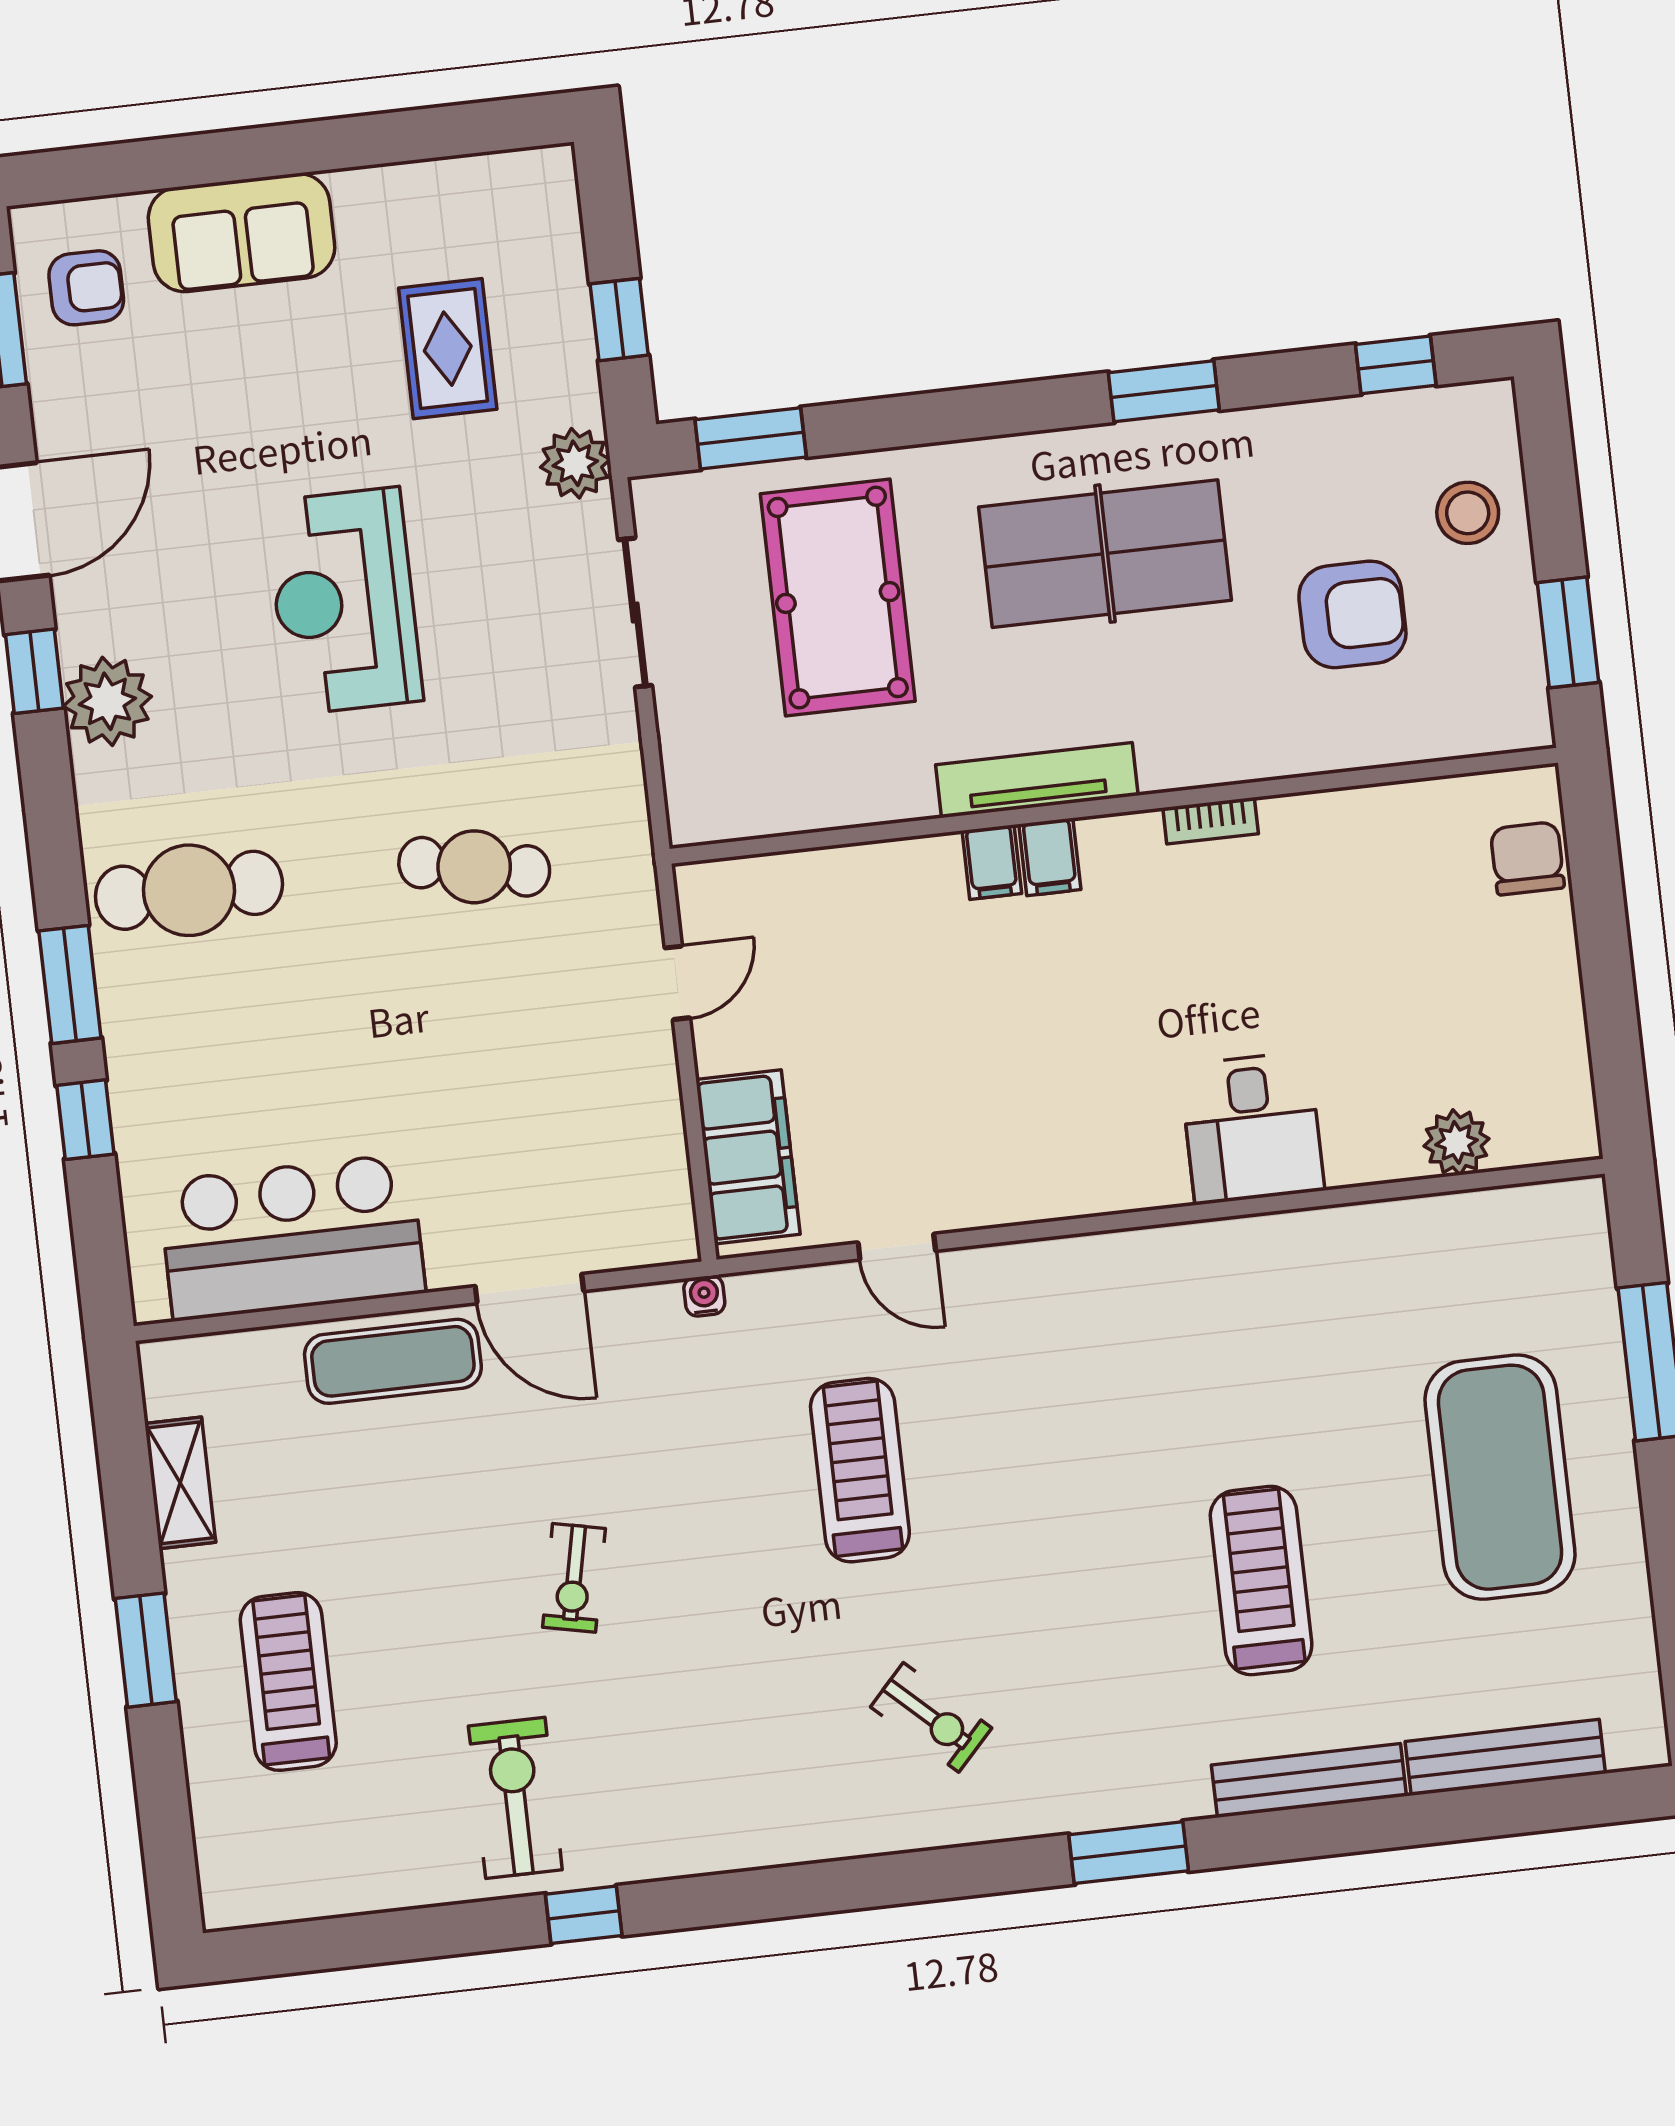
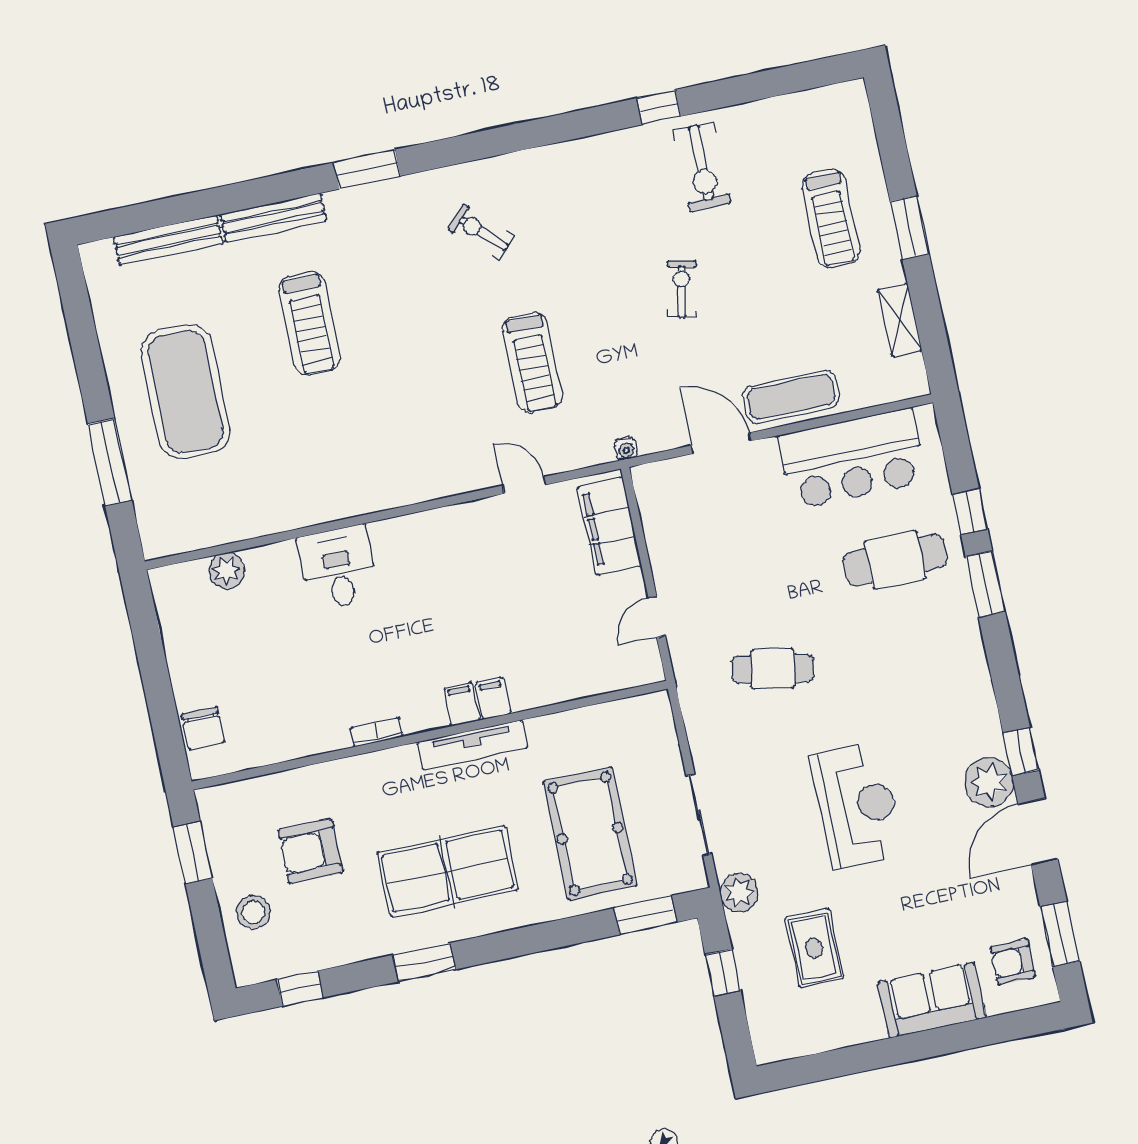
plant: (107, 701) -> (989, 782), moved
cafe table: (189, 890) -> (895, 560), moved

